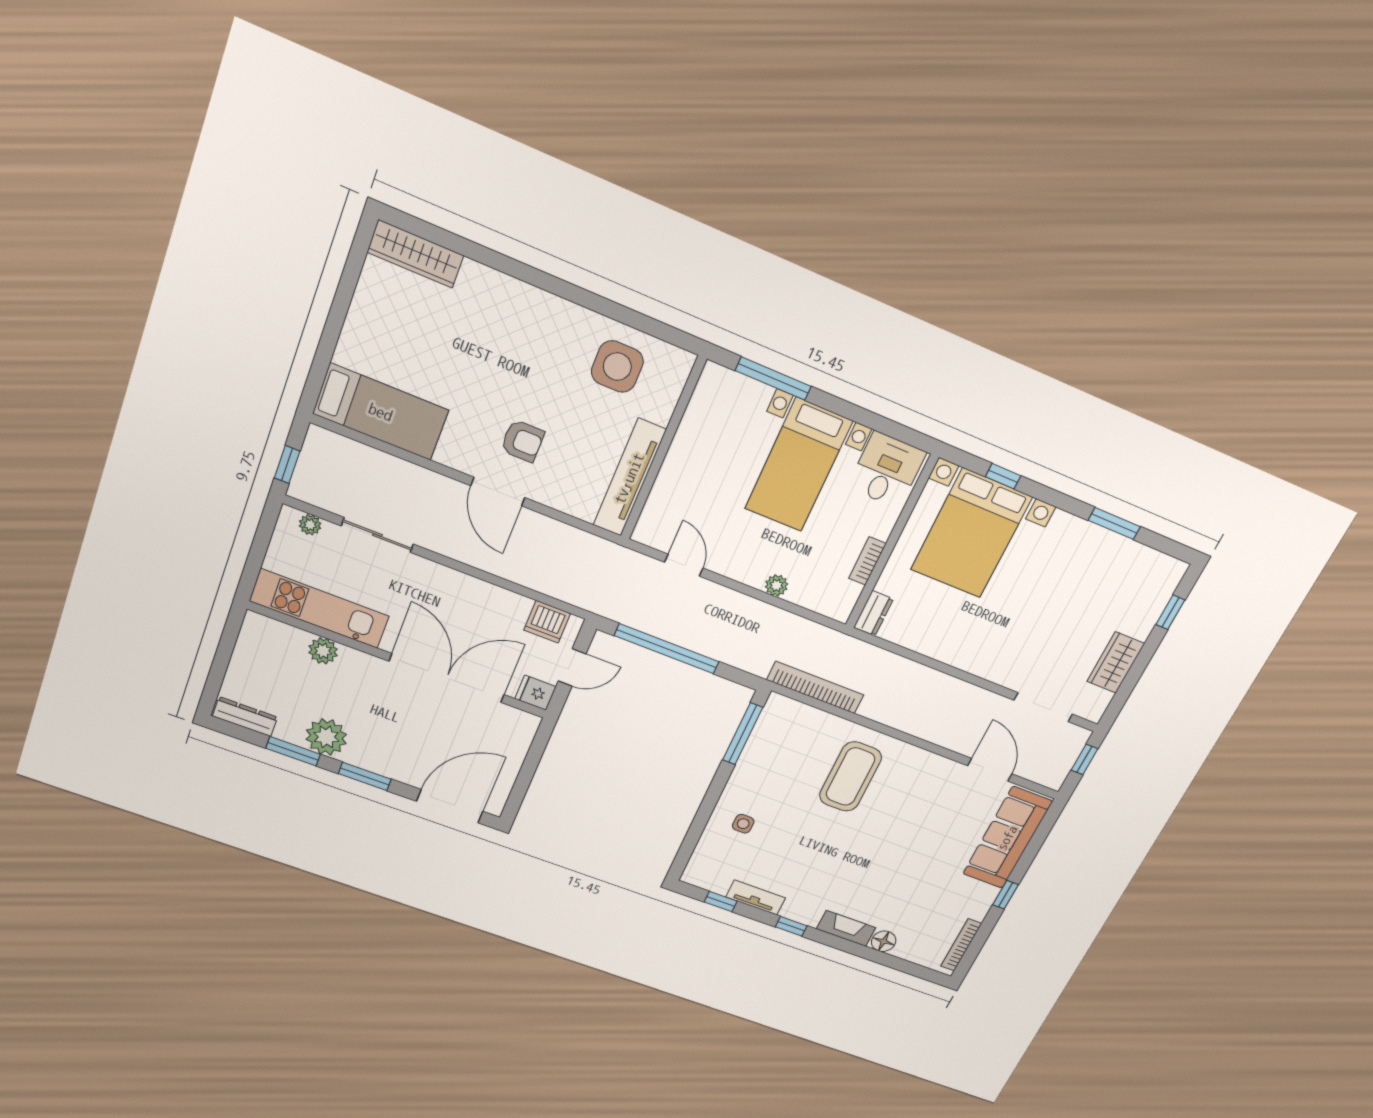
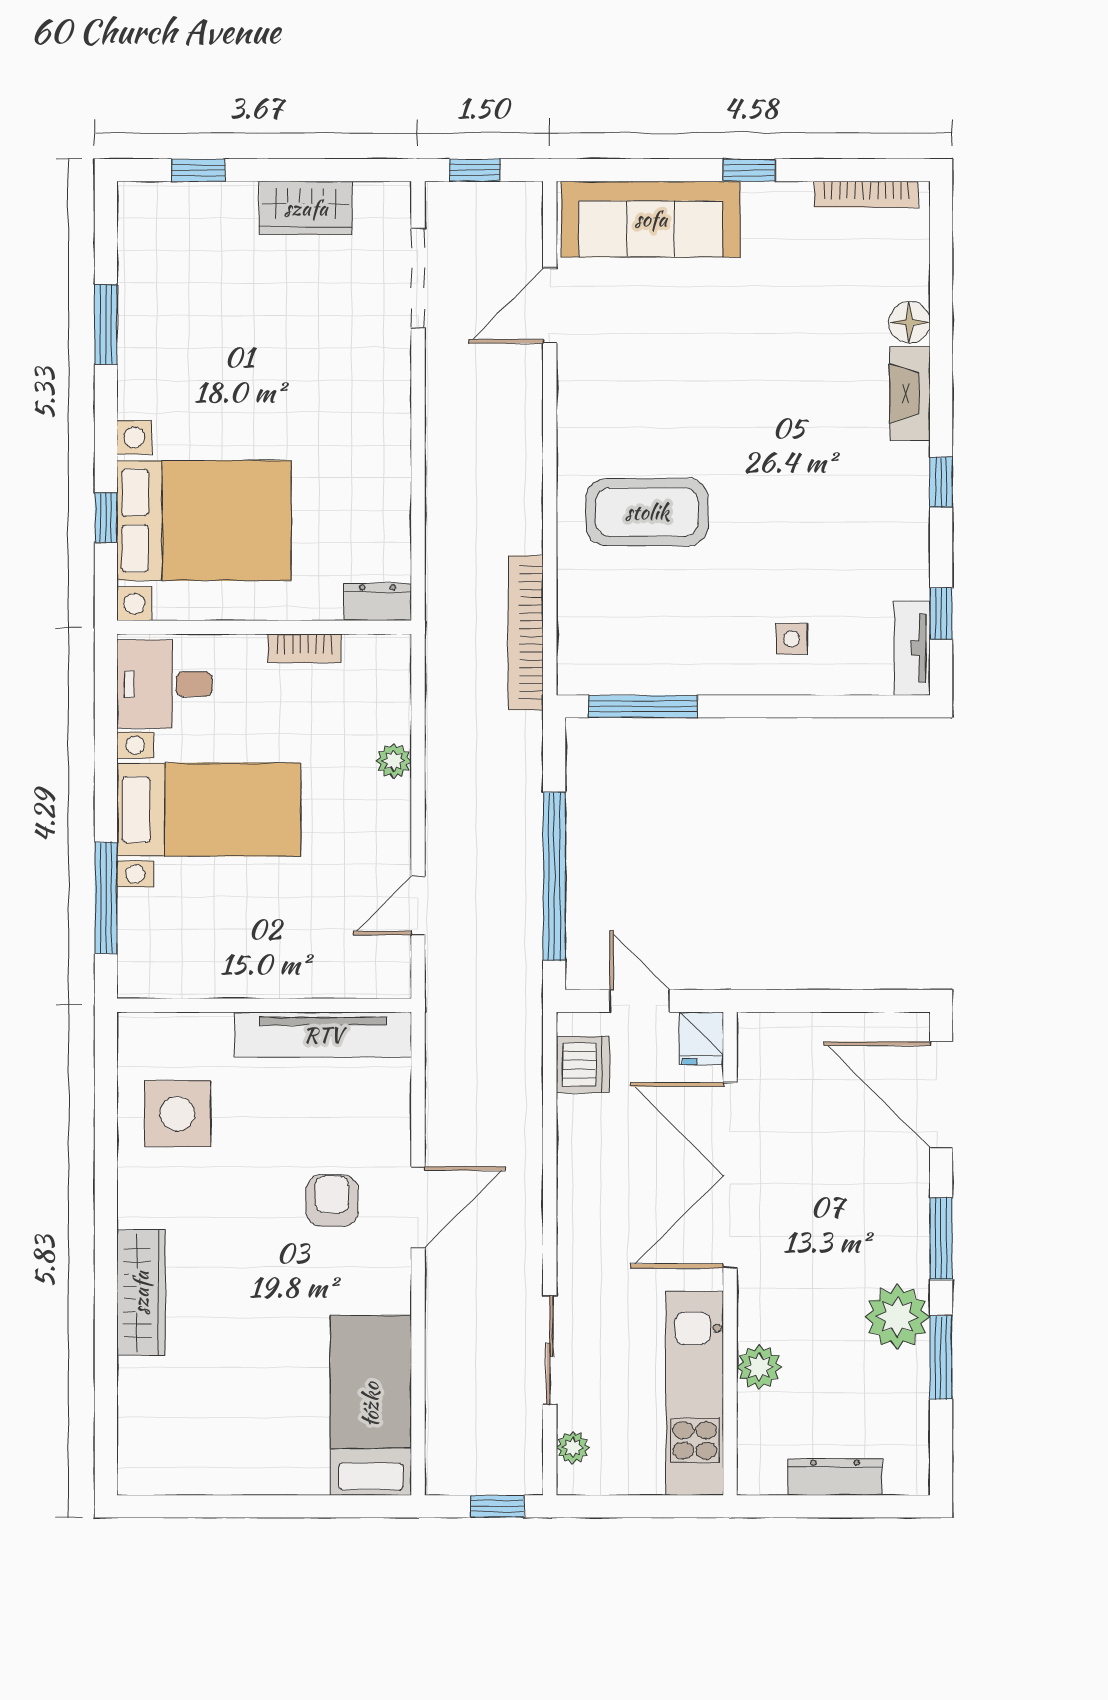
wardrobe: (415, 254) -> (141, 1293), moved
dresser: (245, 717) -> (835, 1477), moved, turned 90
tv unit: (756, 897) -> (912, 648), moved

